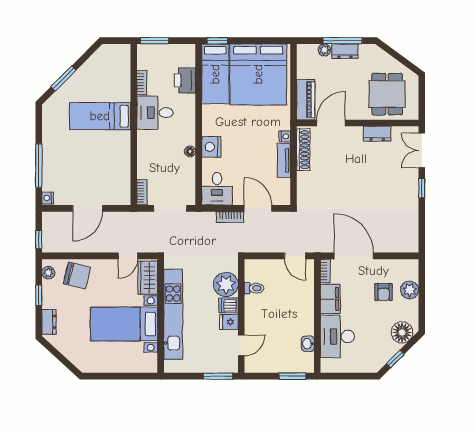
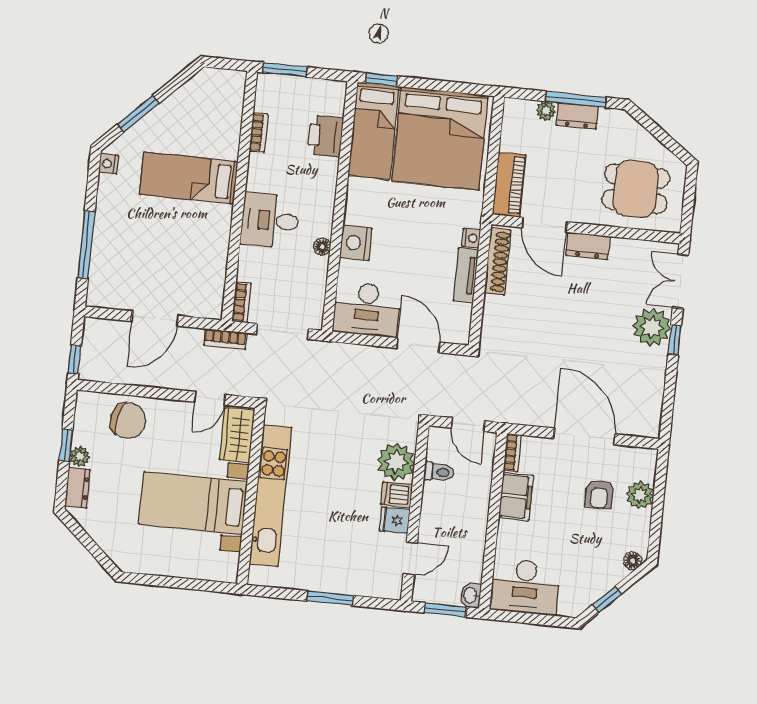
dining table: (387, 94) -> (636, 189), turned 90
desk: (155, 113) -> (270, 220), moved
door: (331, 123) -> (545, 225), swing flipped
dresser: (377, 134) -> (588, 246), moved
plant: (406, 182) -> (652, 327), added
desk: (217, 189) -> (367, 309), width x1.37
nightstand: (48, 198) -> (108, 164), moved
bookcase: (230, 217) -> (225, 339), moved
door: (354, 256) -> (584, 436), moved
plant: (48, 273) -> (80, 456), moved
plant: (226, 284) -> (396, 462), moved
toilet: (254, 288) -> (439, 472), moved
dishwasher: (229, 305) -> (397, 495), moved
wall: (241, 316) -> (415, 513), moved
fridge: (229, 322) -> (395, 520), moved
floor lamp: (402, 332) -> (633, 561), width x0.53, depth x0.53
desk: (337, 336) -> (525, 587), moved, turned -90
washbasin: (308, 344) -> (471, 595), moved
door: (241, 345) -> (410, 558), moved

